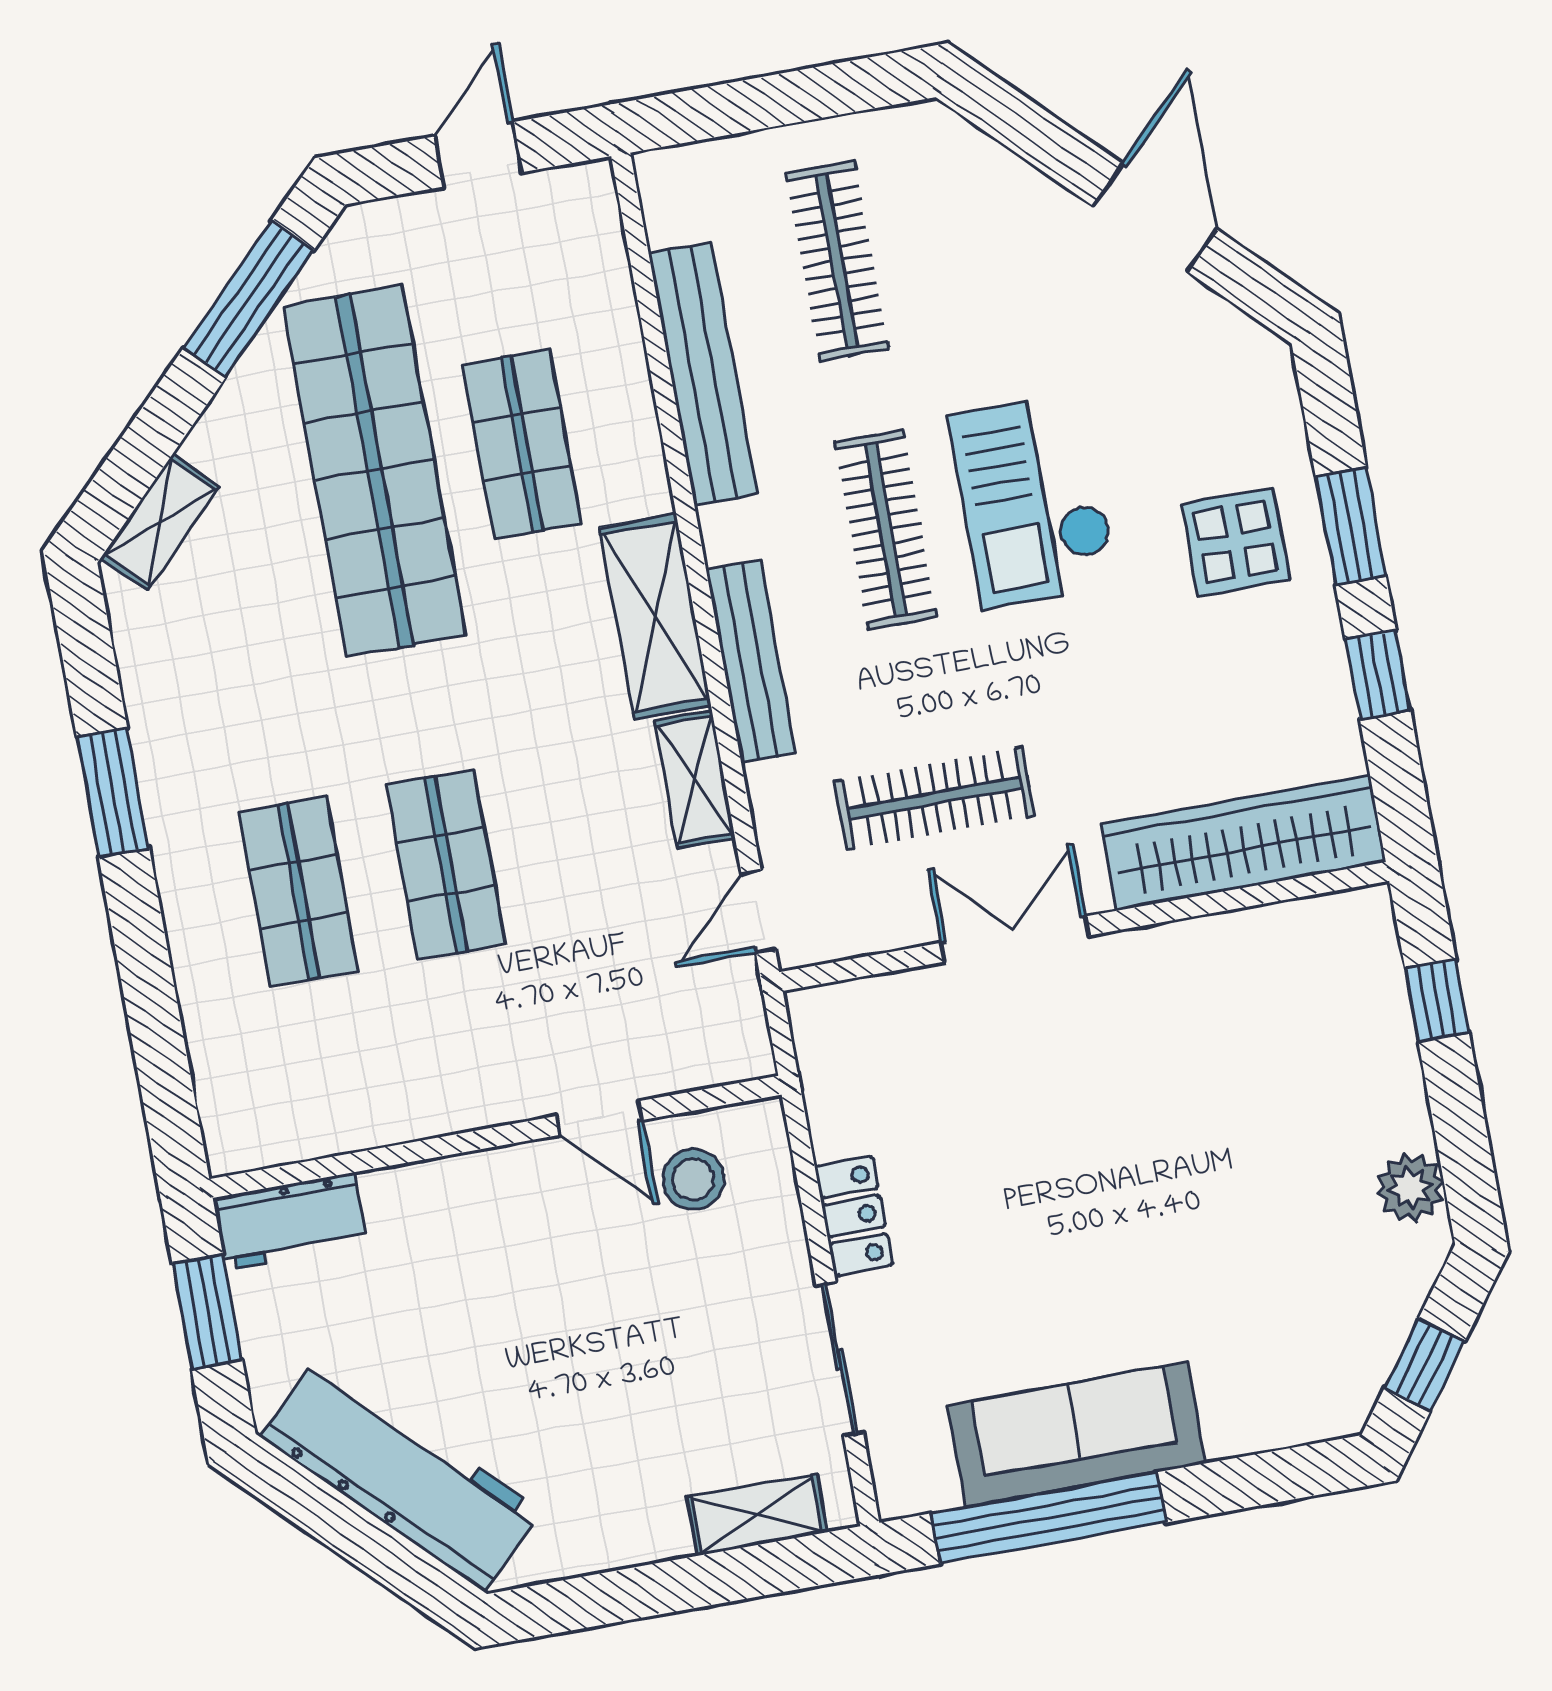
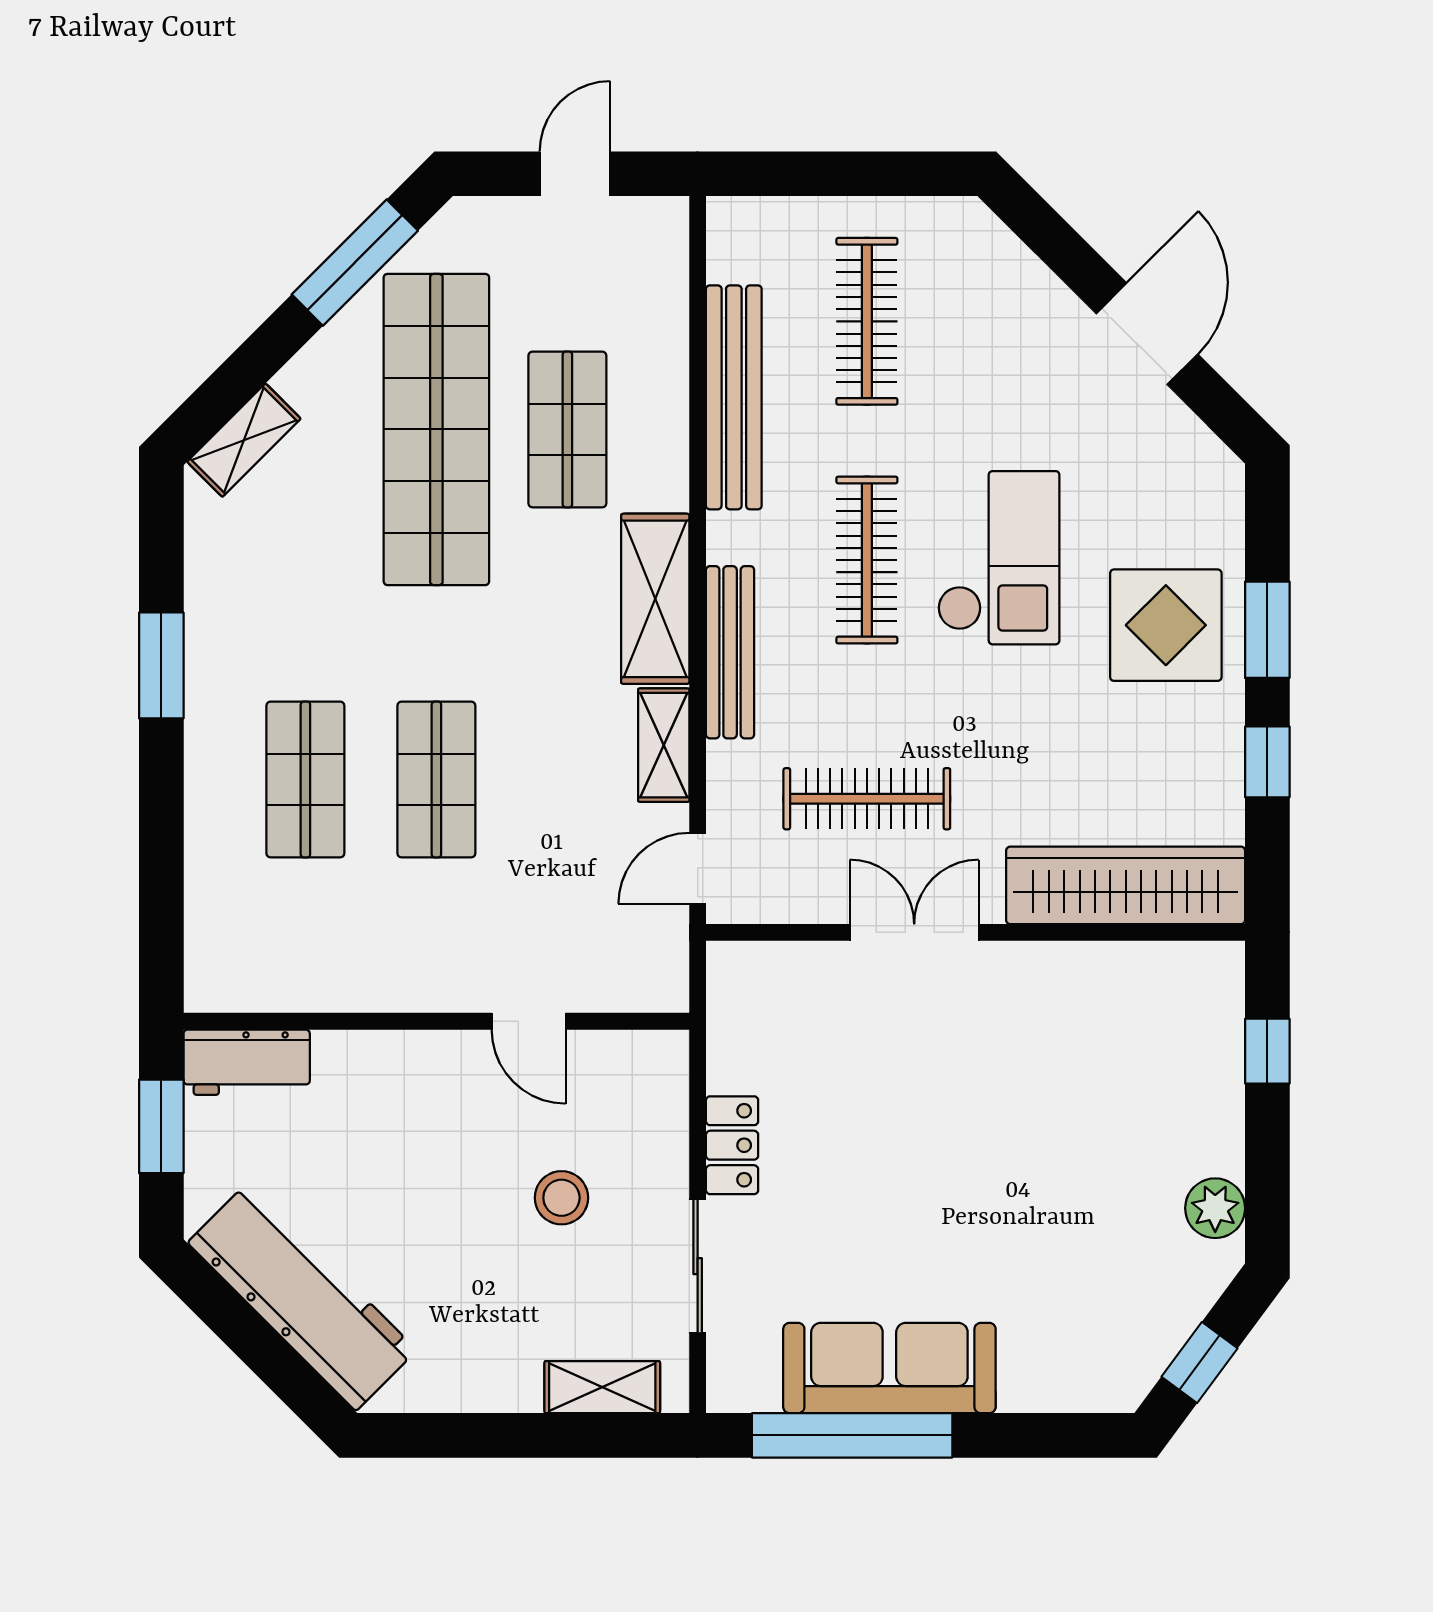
checkout: (1033, 500) -> (998, 558), turned 180
display table: (1236, 542) -> (1166, 625), width x1.36, depth x1.36
stool: (693, 1179) -> (561, 1198), moved

